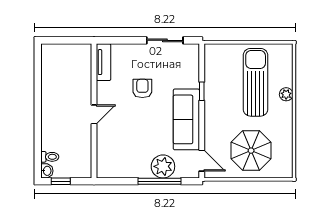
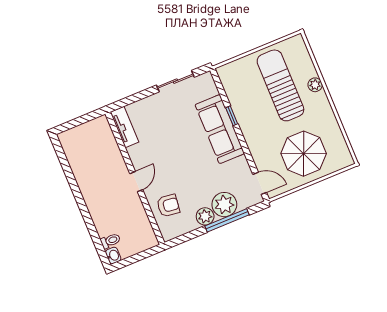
armchair: (142, 88) -> (168, 206), moved, turned 97
sofa: (186, 119) -> (220, 129), moved
plant: (142, 170) -> (205, 216), added
window: (61, 181) -> (131, 260), removed

